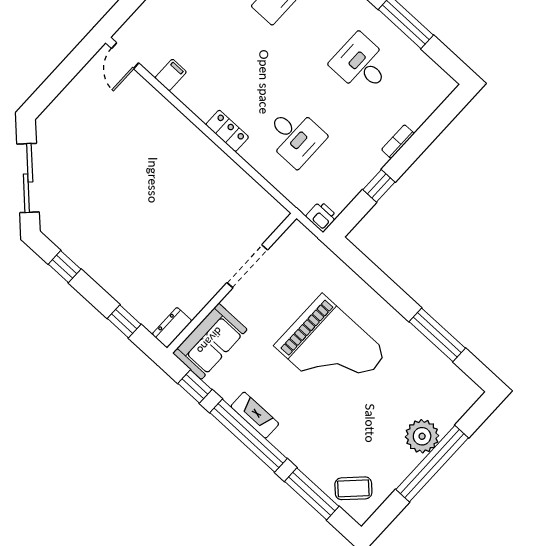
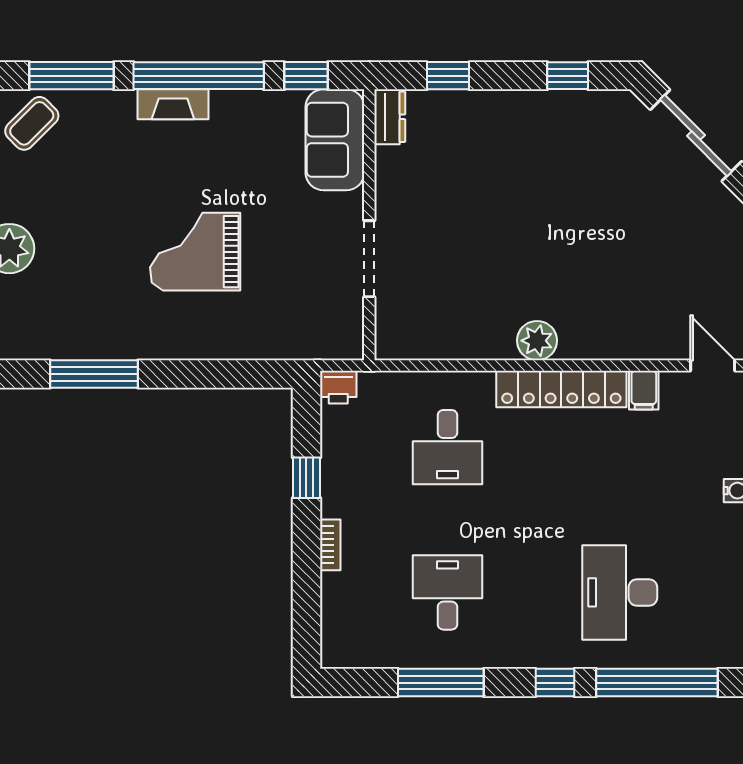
desk: (361, 64) -> (447, 592), turned -90
locker: (227, 131) -> (561, 389), width x2.16, depth x1.21
desk: (295, 137) -> (447, 447), turned -90
plant: (201, 149) -> (537, 341), added
grand piano: (331, 350) -> (195, 252), width x0.73, depth x0.68
fireplace: (255, 415) -> (173, 104), moved

